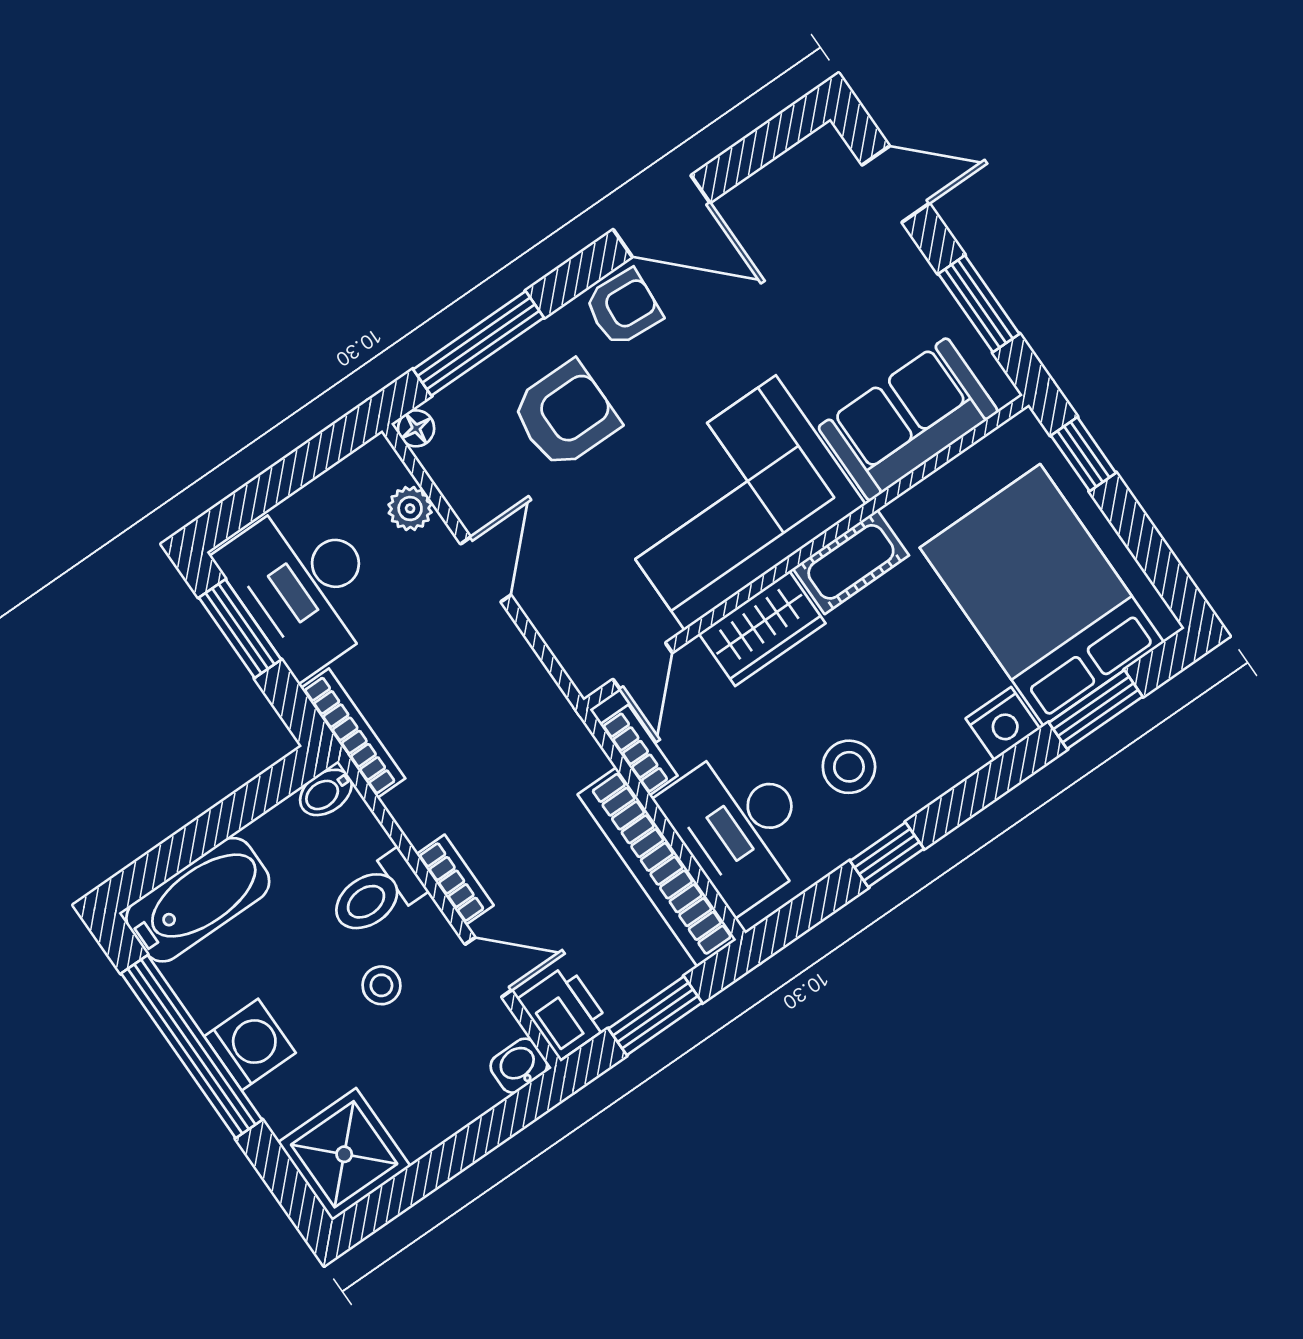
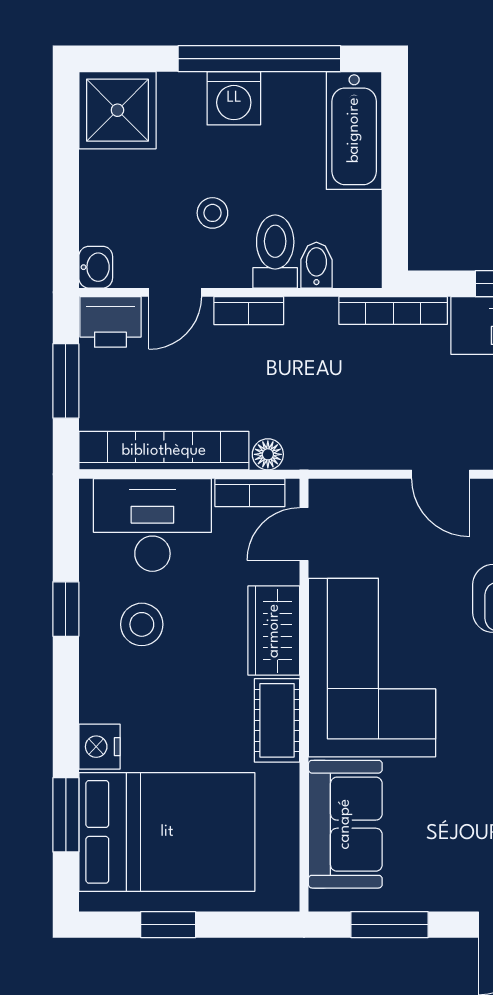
window: (1083, 454) -> (168, 925), moved
door: (643, 666) -> (304, 534), hinge flipped
floor lamp: (587, 759) -> (268, 454), added
bidet: (326, 792) -> (316, 265), moved

